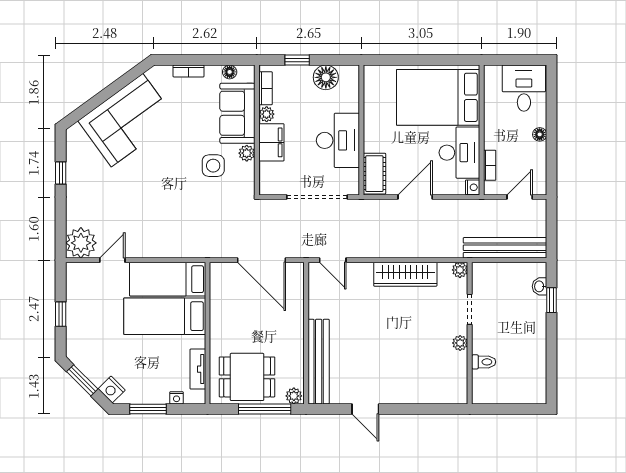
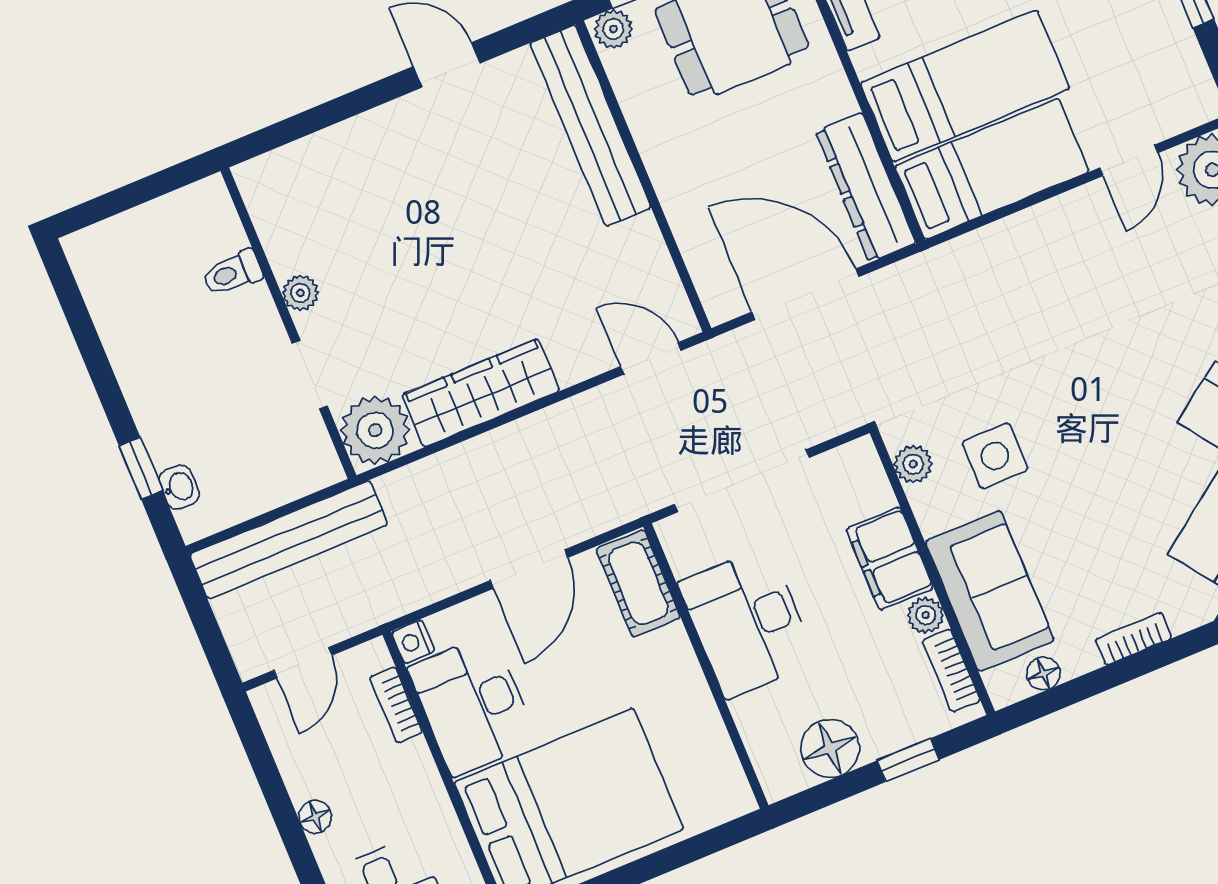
plant: (247, 153) -> (913, 464), moved
plant: (460, 270) -> (375, 430), width x1.87, depth x1.87
dresser: (220, 292) -> (866, 187), added

